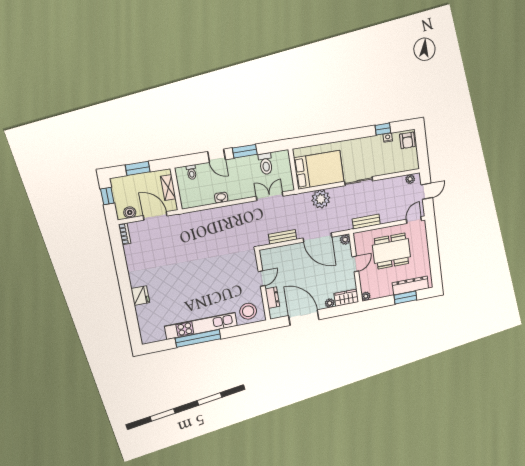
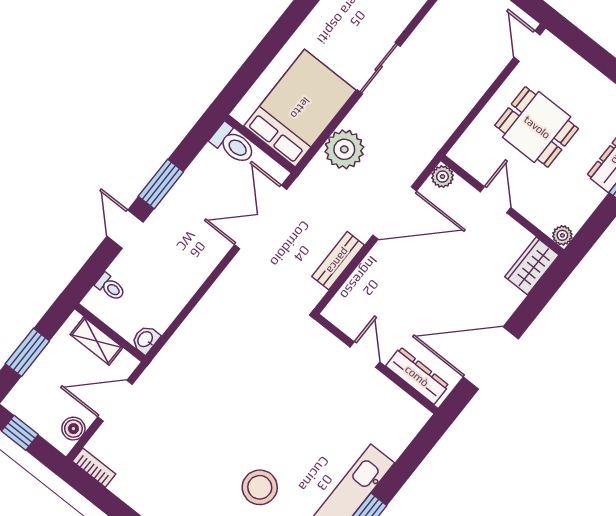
door: (216, 156) -> (125, 229), swing flipped
toilet: (266, 164) -> (233, 144), moved
double door: (270, 196) -> (261, 217), width x1.37
washbasin: (221, 198) -> (146, 340), moved
bench: (366, 222) -> (450, 118), removed
dining table: (391, 251) -> (537, 127), width x0.73
dresser: (272, 298) -> (417, 376), width x1.44
plant: (330, 303) -> (512, 298), removed
stool: (248, 311) -> (260, 487), moved

